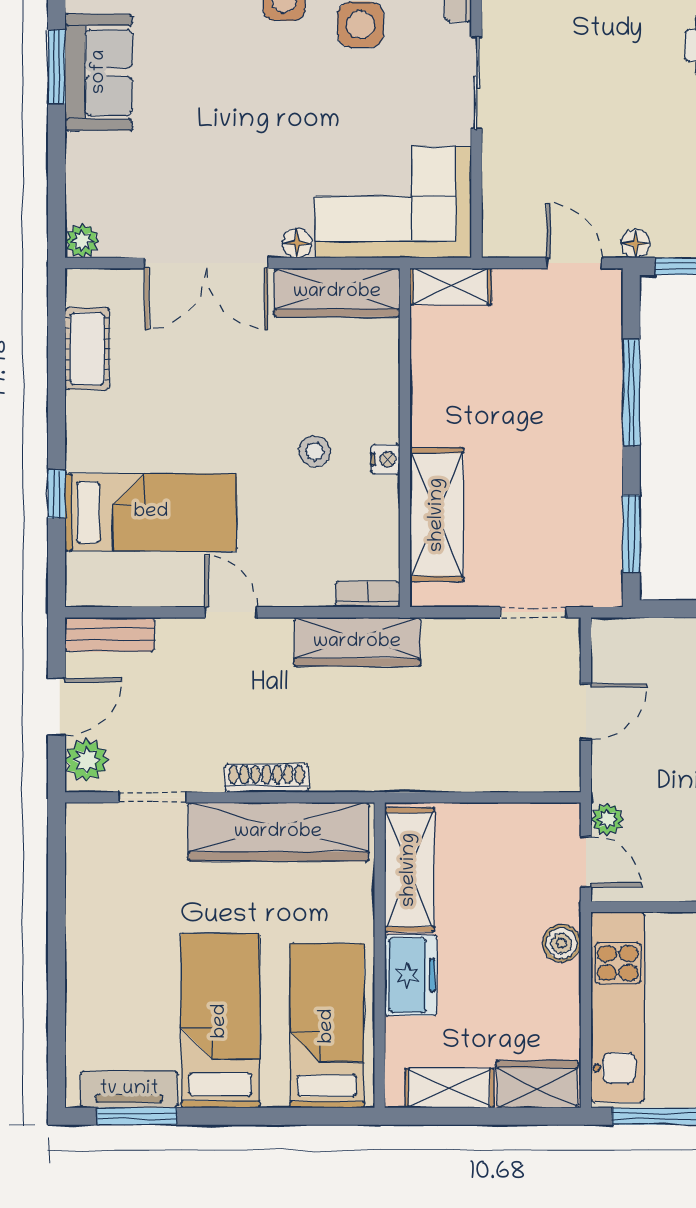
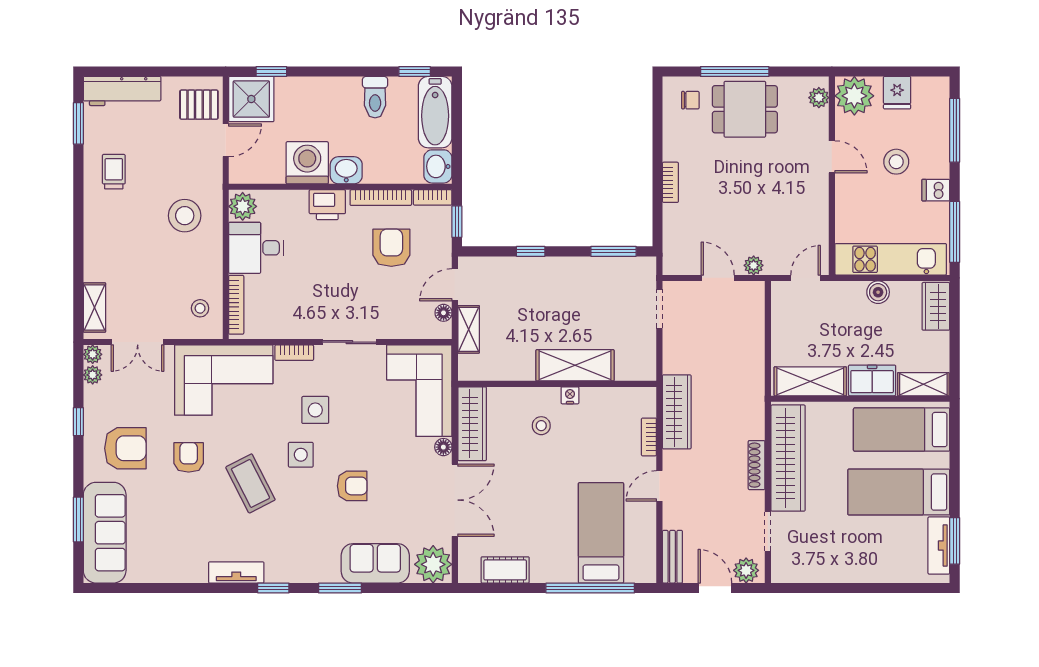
sofa: (99, 72) -> (375, 563), moved
armchair: (231, 88) -> (352, 486), added
armchair: (638, 155) -> (391, 248), added
plant: (82, 241) -> (433, 564), width x1.87, depth x1.87
floor lamp: (636, 244) -> (444, 313), moved
shelving: (451, 286) -> (469, 329), moved
window: (631, 392) -> (531, 251), width x0.46
stool: (315, 451) -> (541, 426), moved
window: (57, 494) -> (590, 588), width x3.17
shelving: (437, 515) -> (575, 365), moved
bookcase: (368, 594) -> (649, 437), moved
plant: (607, 819) -> (754, 265), moved
boiler: (562, 943) -> (878, 292), moved
shelving: (449, 1088) -> (923, 384), moved, turned 90

